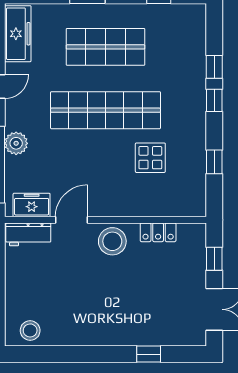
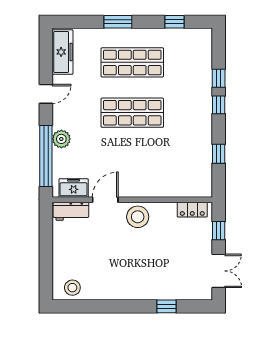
shop shelf: (105, 110) -> (132, 113), width x0.71
display table: (150, 158) -> (168, 150), removed
locker: (158, 232) -> (192, 210), moved

